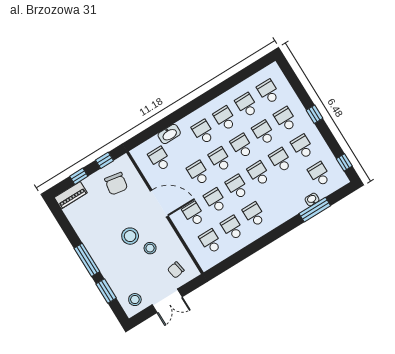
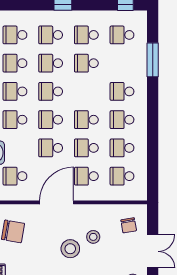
school desk: (259, 174) -> (122, 91), moved
washbasin: (312, 200) -> (142, 57), removed

